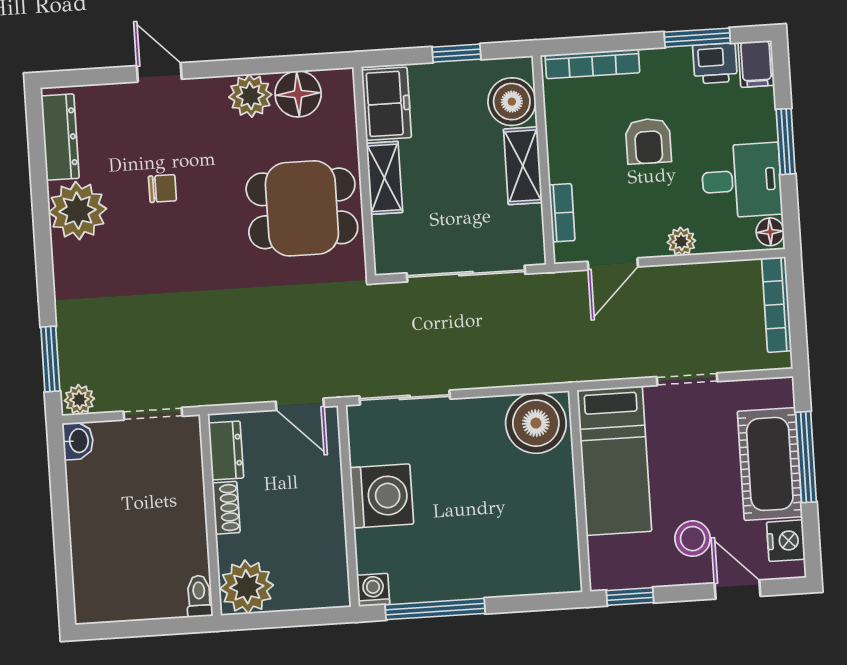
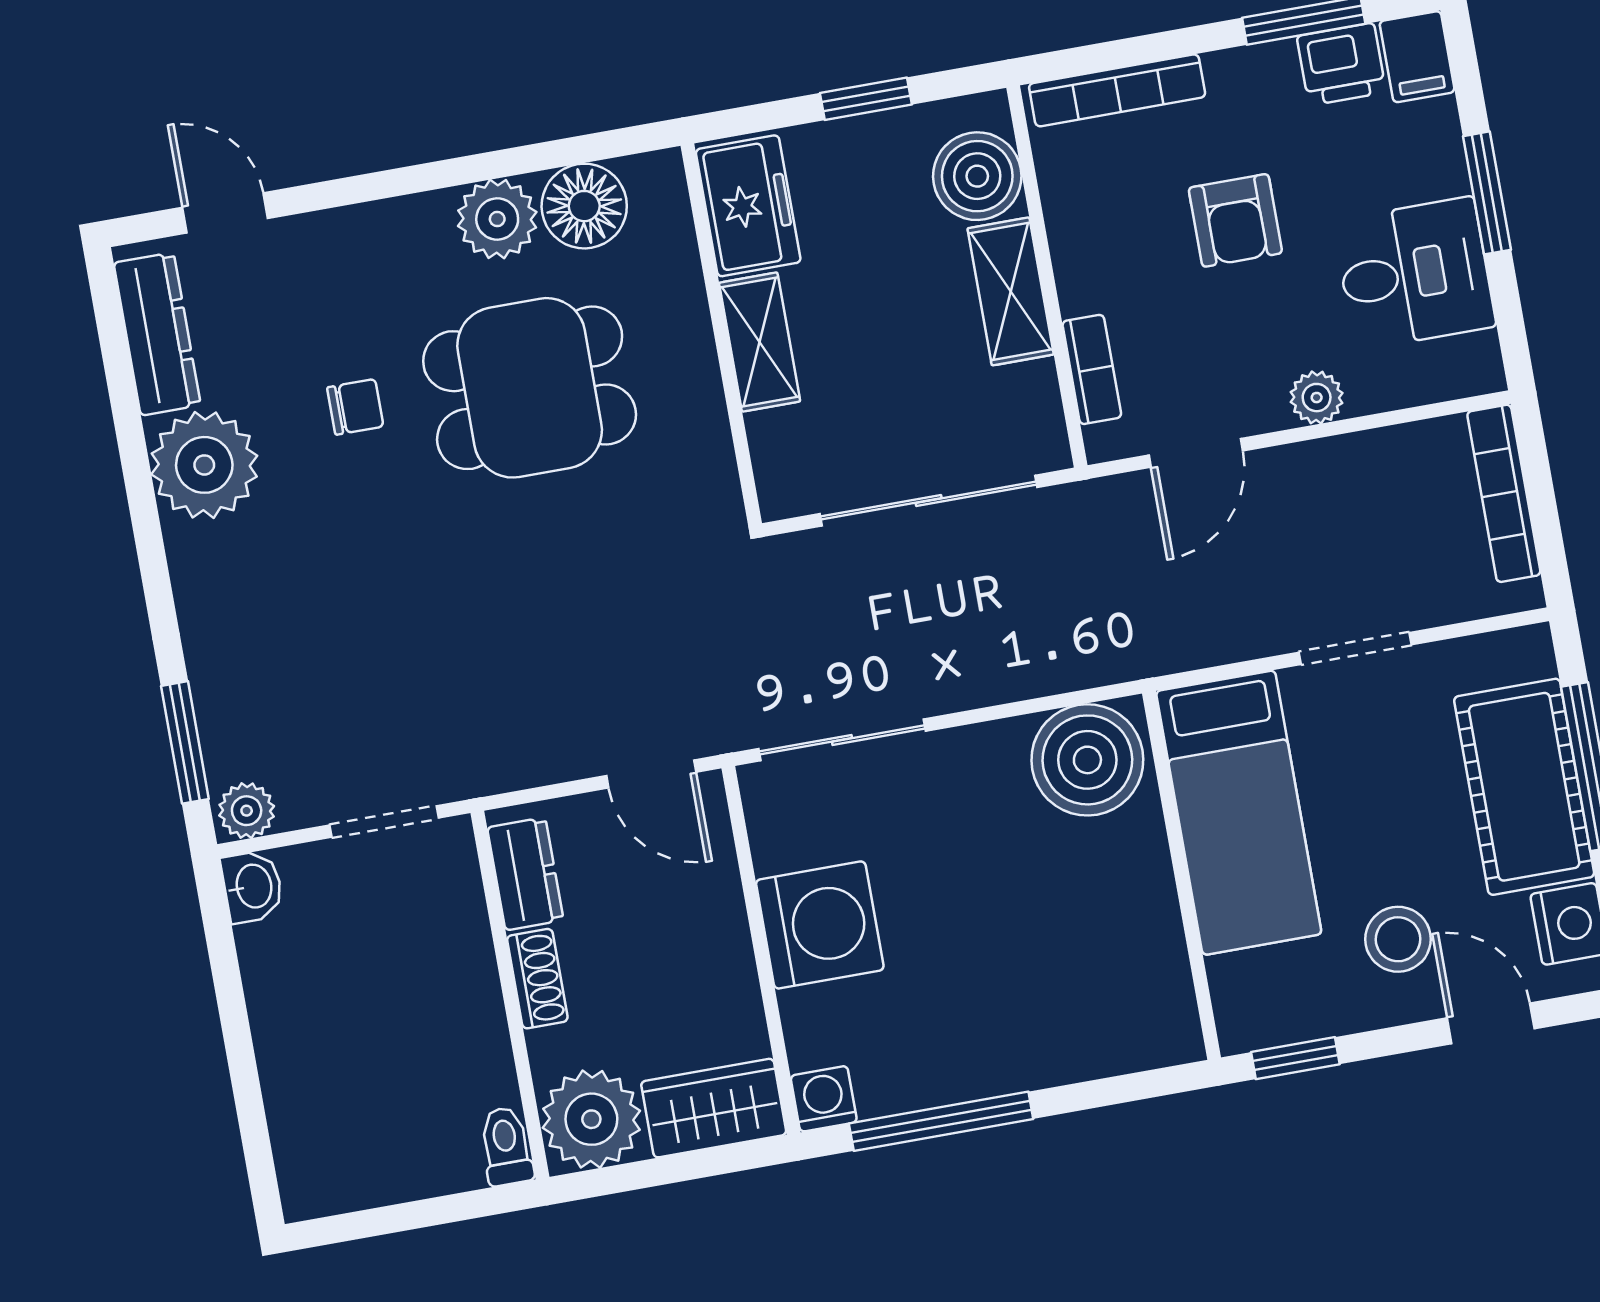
door: (159, 72) -> (225, 213), moved
dining table: (302, 208) -> (530, 388), moved
floor lamp: (770, 232) -> (1477, 362), removed
wardrobe: (313, 588) -> (714, 1108), added

